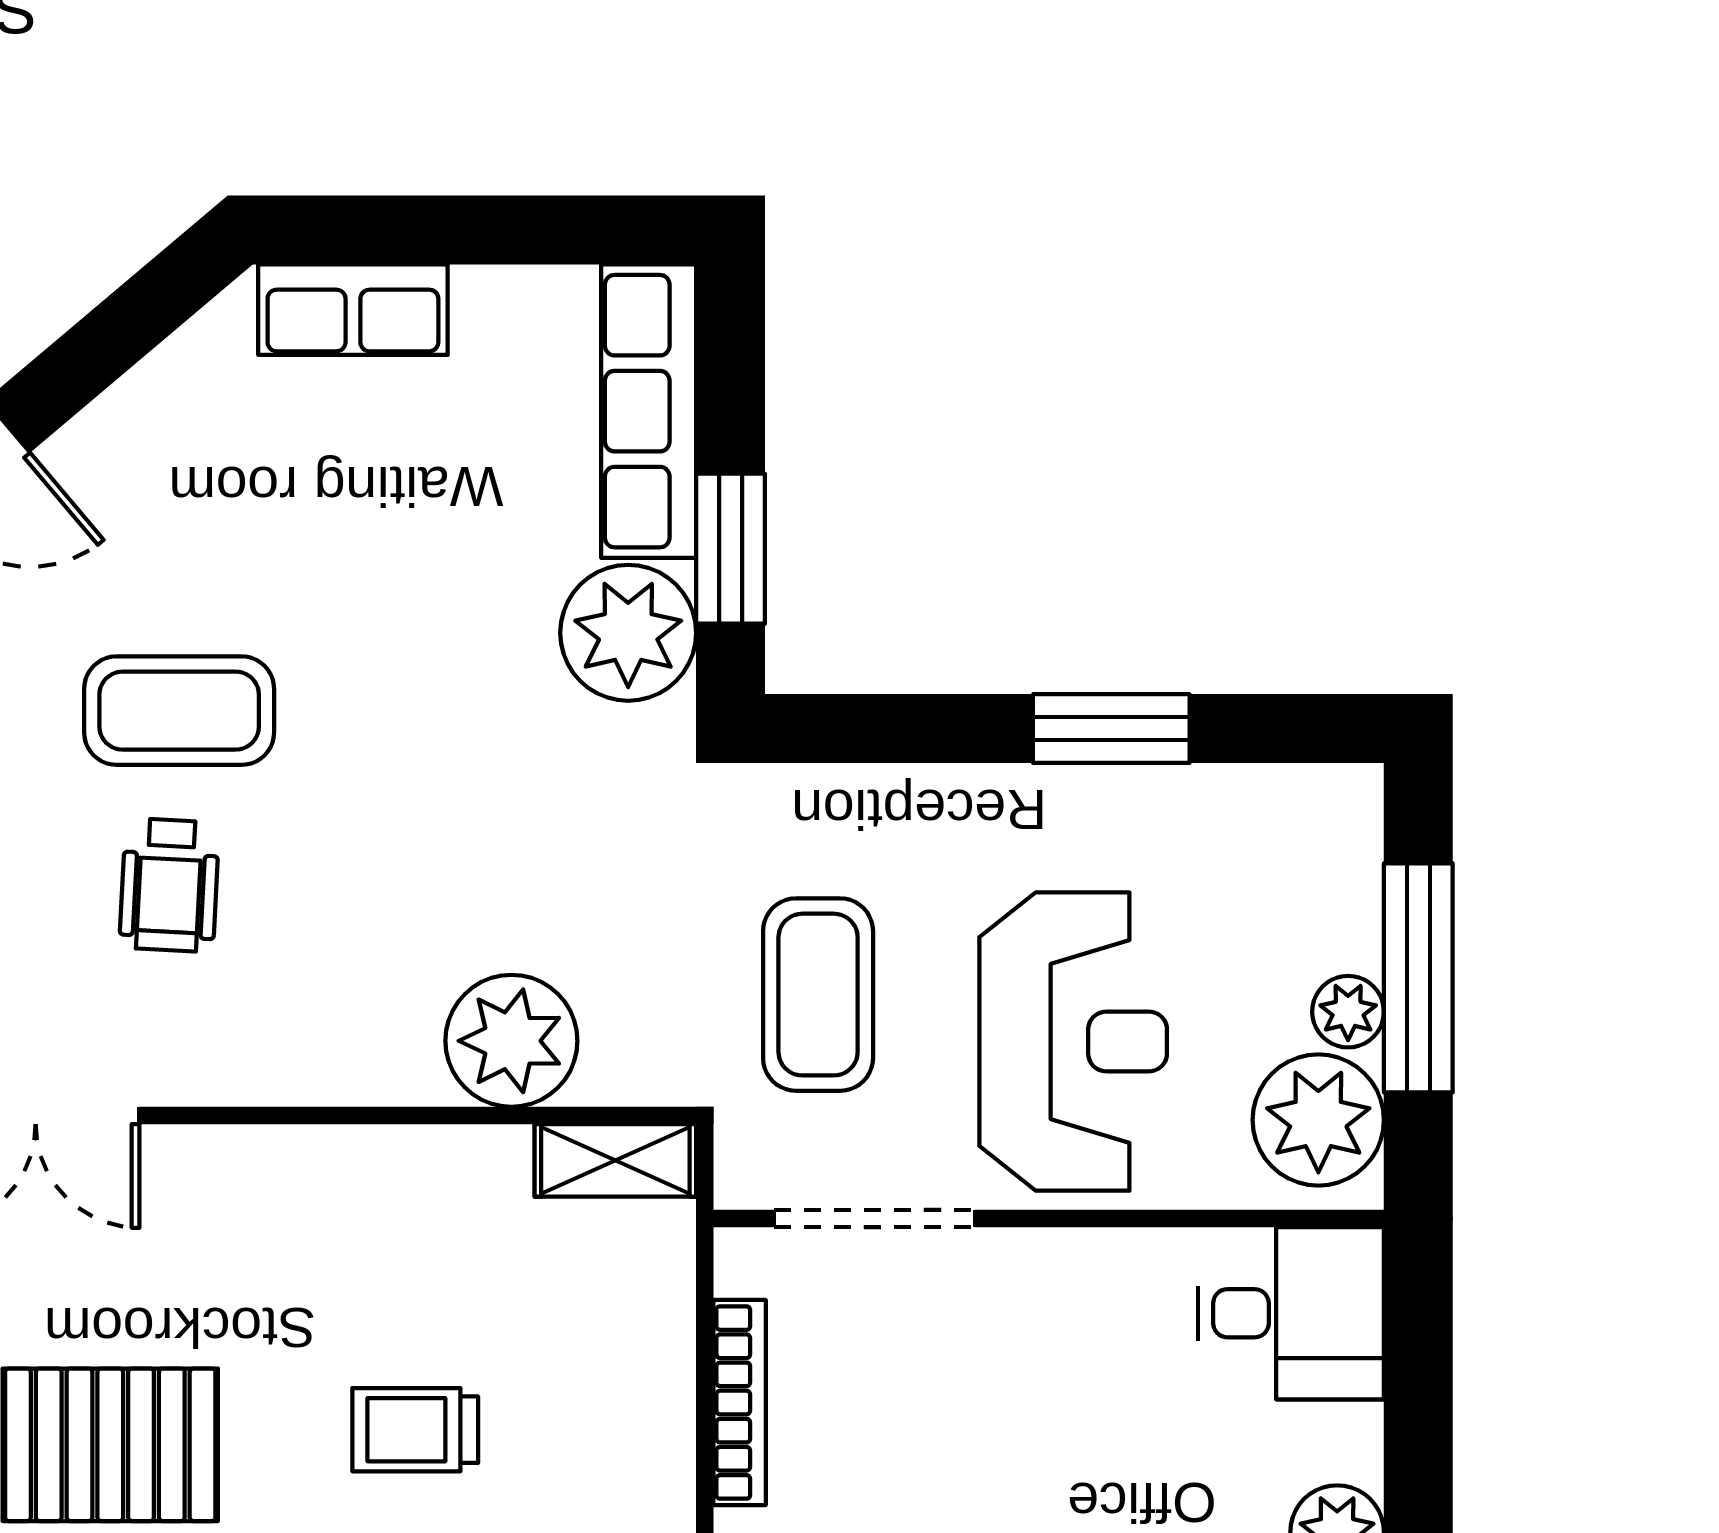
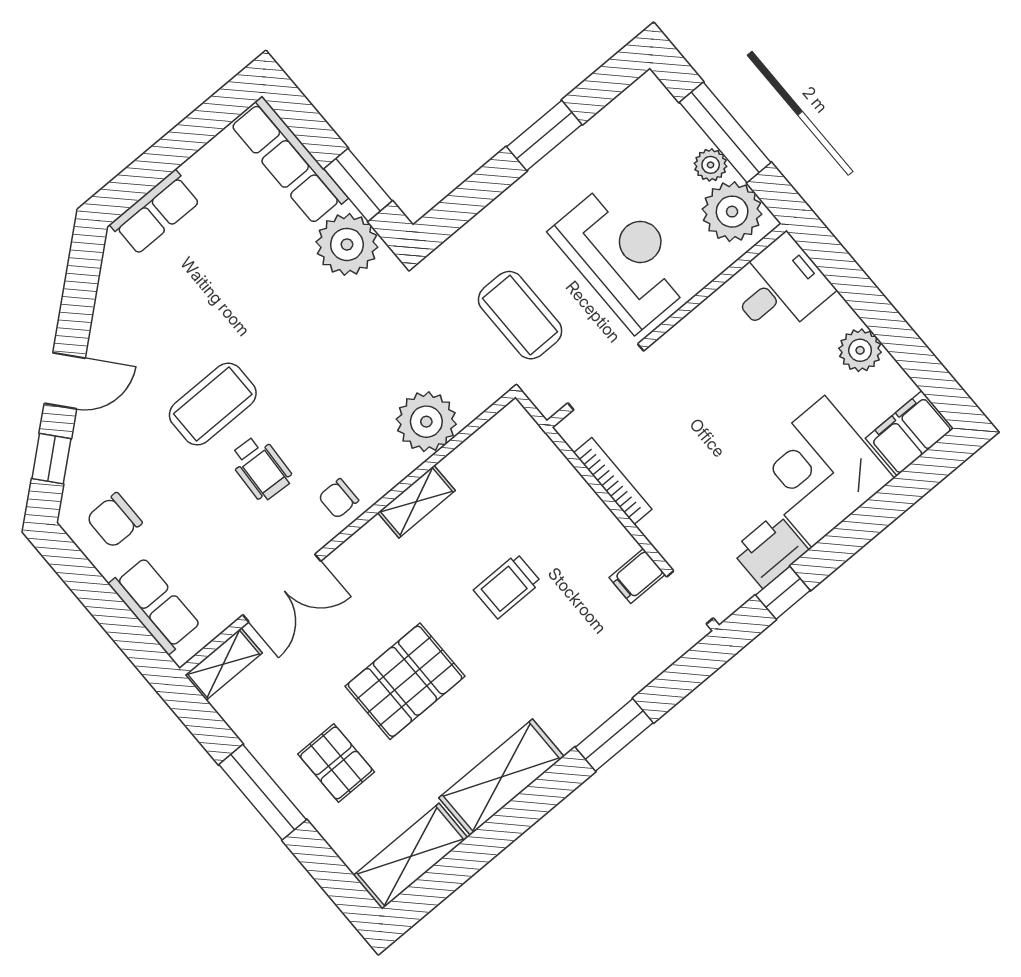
chair: (256, 1046) -> (338, 499), added
shelving: (615, 1160) -> (416, 502), moved

